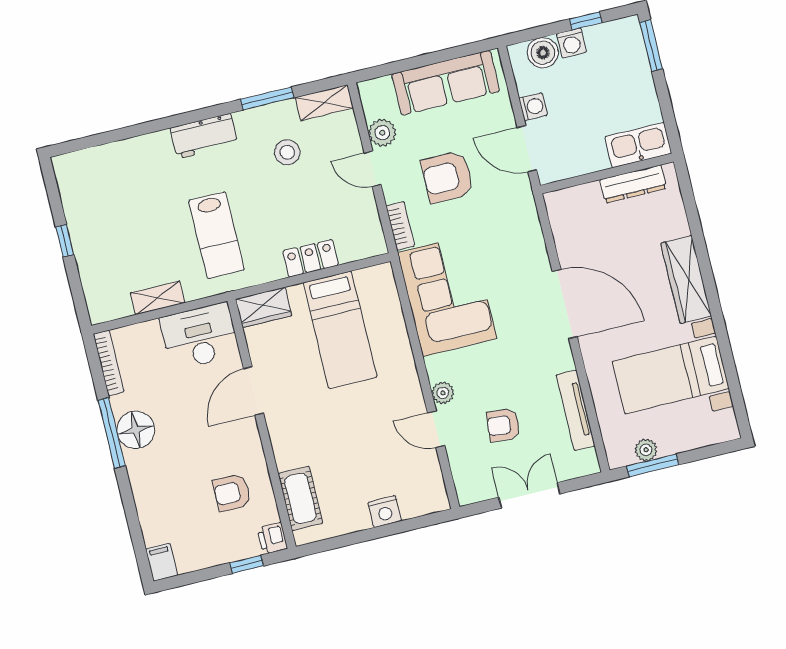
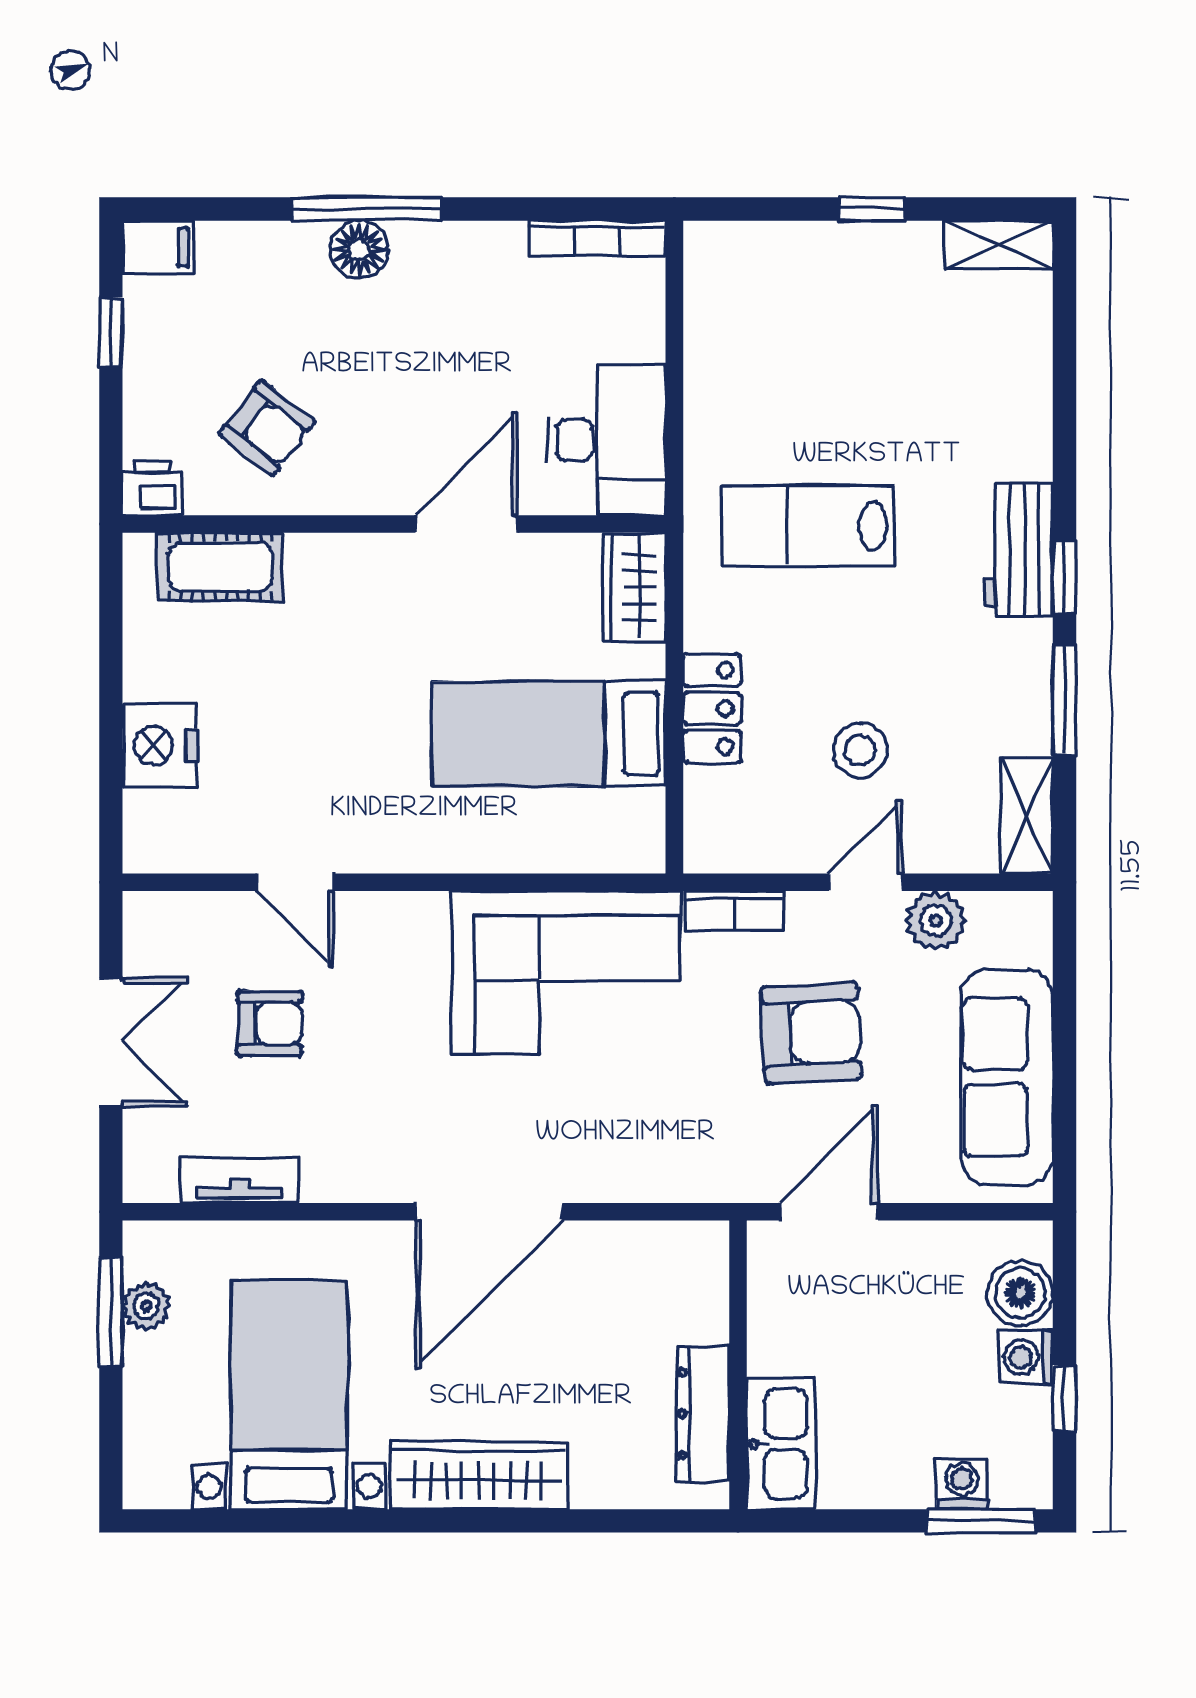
washing machine: (533, 107) -> (962, 1484), moved, turned 180
window: (211, 112) -> (1065, 577), added
stool: (287, 152) -> (860, 750), moved
armchair: (447, 177) -> (811, 1033), turned 87
shelving: (158, 298) -> (999, 245), moved, turned 90
door: (254, 391) -> (466, 524), hinge flipped
plant: (443, 393) -> (367, 915), removed
tv unit: (576, 410) -> (239, 1180), width x0.71
armchair: (503, 425) -> (270, 1023), turned 85
door: (436, 429) -> (295, 882), swing flipped
floor lamp: (136, 430) -> (359, 250), moved, width x0.73, depth x0.73
window: (112, 433) -> (366, 209), moved
armchair: (232, 493) -> (267, 428), turned 128
nightstand: (385, 512) -> (160, 745), width x1.36, depth x1.33
window: (247, 564) -> (111, 332), moved

